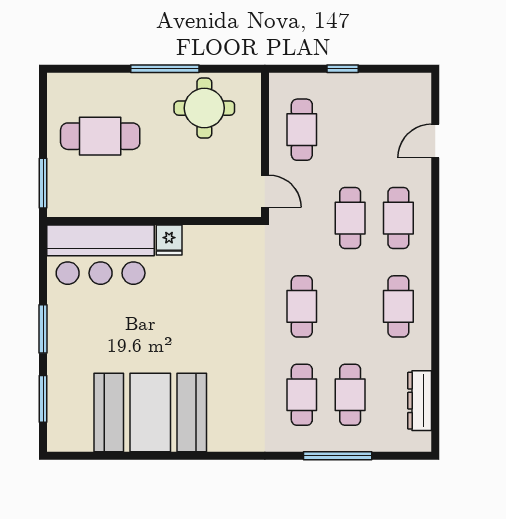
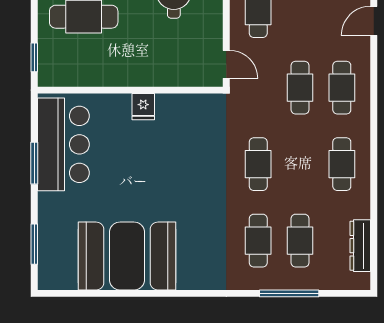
window: (43, 183) -> (34, 57), width x0.67
bar counter: (101, 255) -> (63, 144), moved, turned -90
window: (43, 329) -> (34, 163), moved

